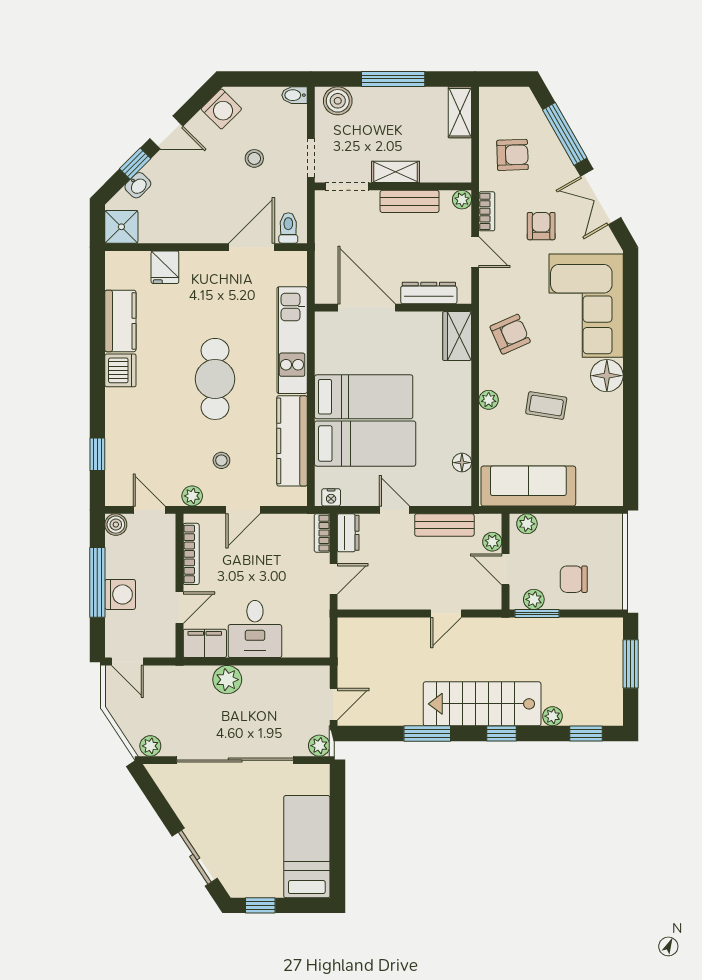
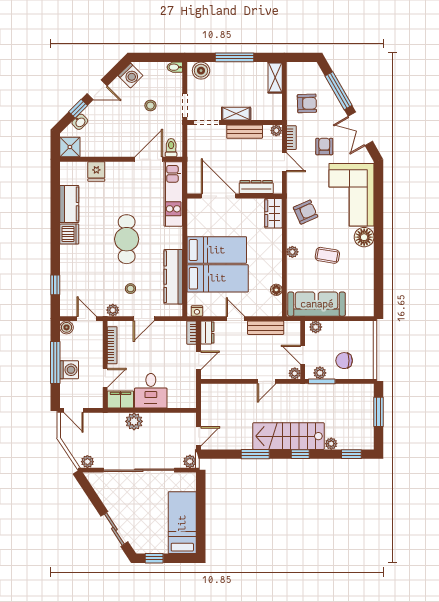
kitchen unit: (292, 340) -> (173, 194), moved
plant: (492, 542) -> (295, 373), moved

